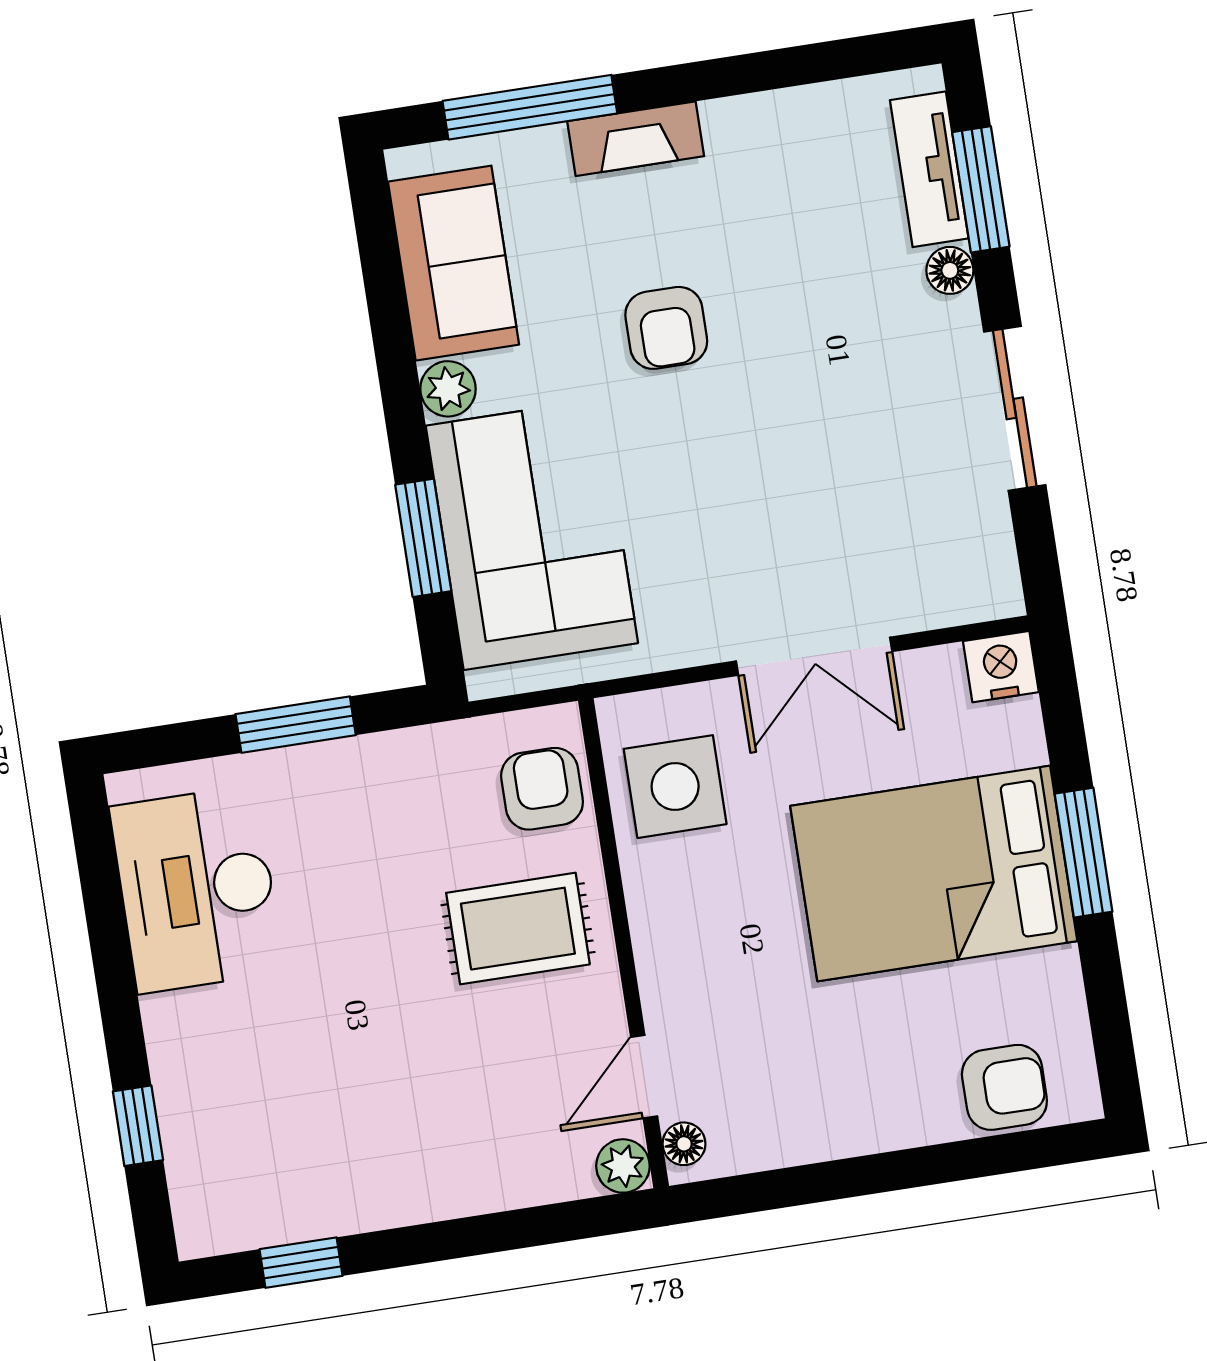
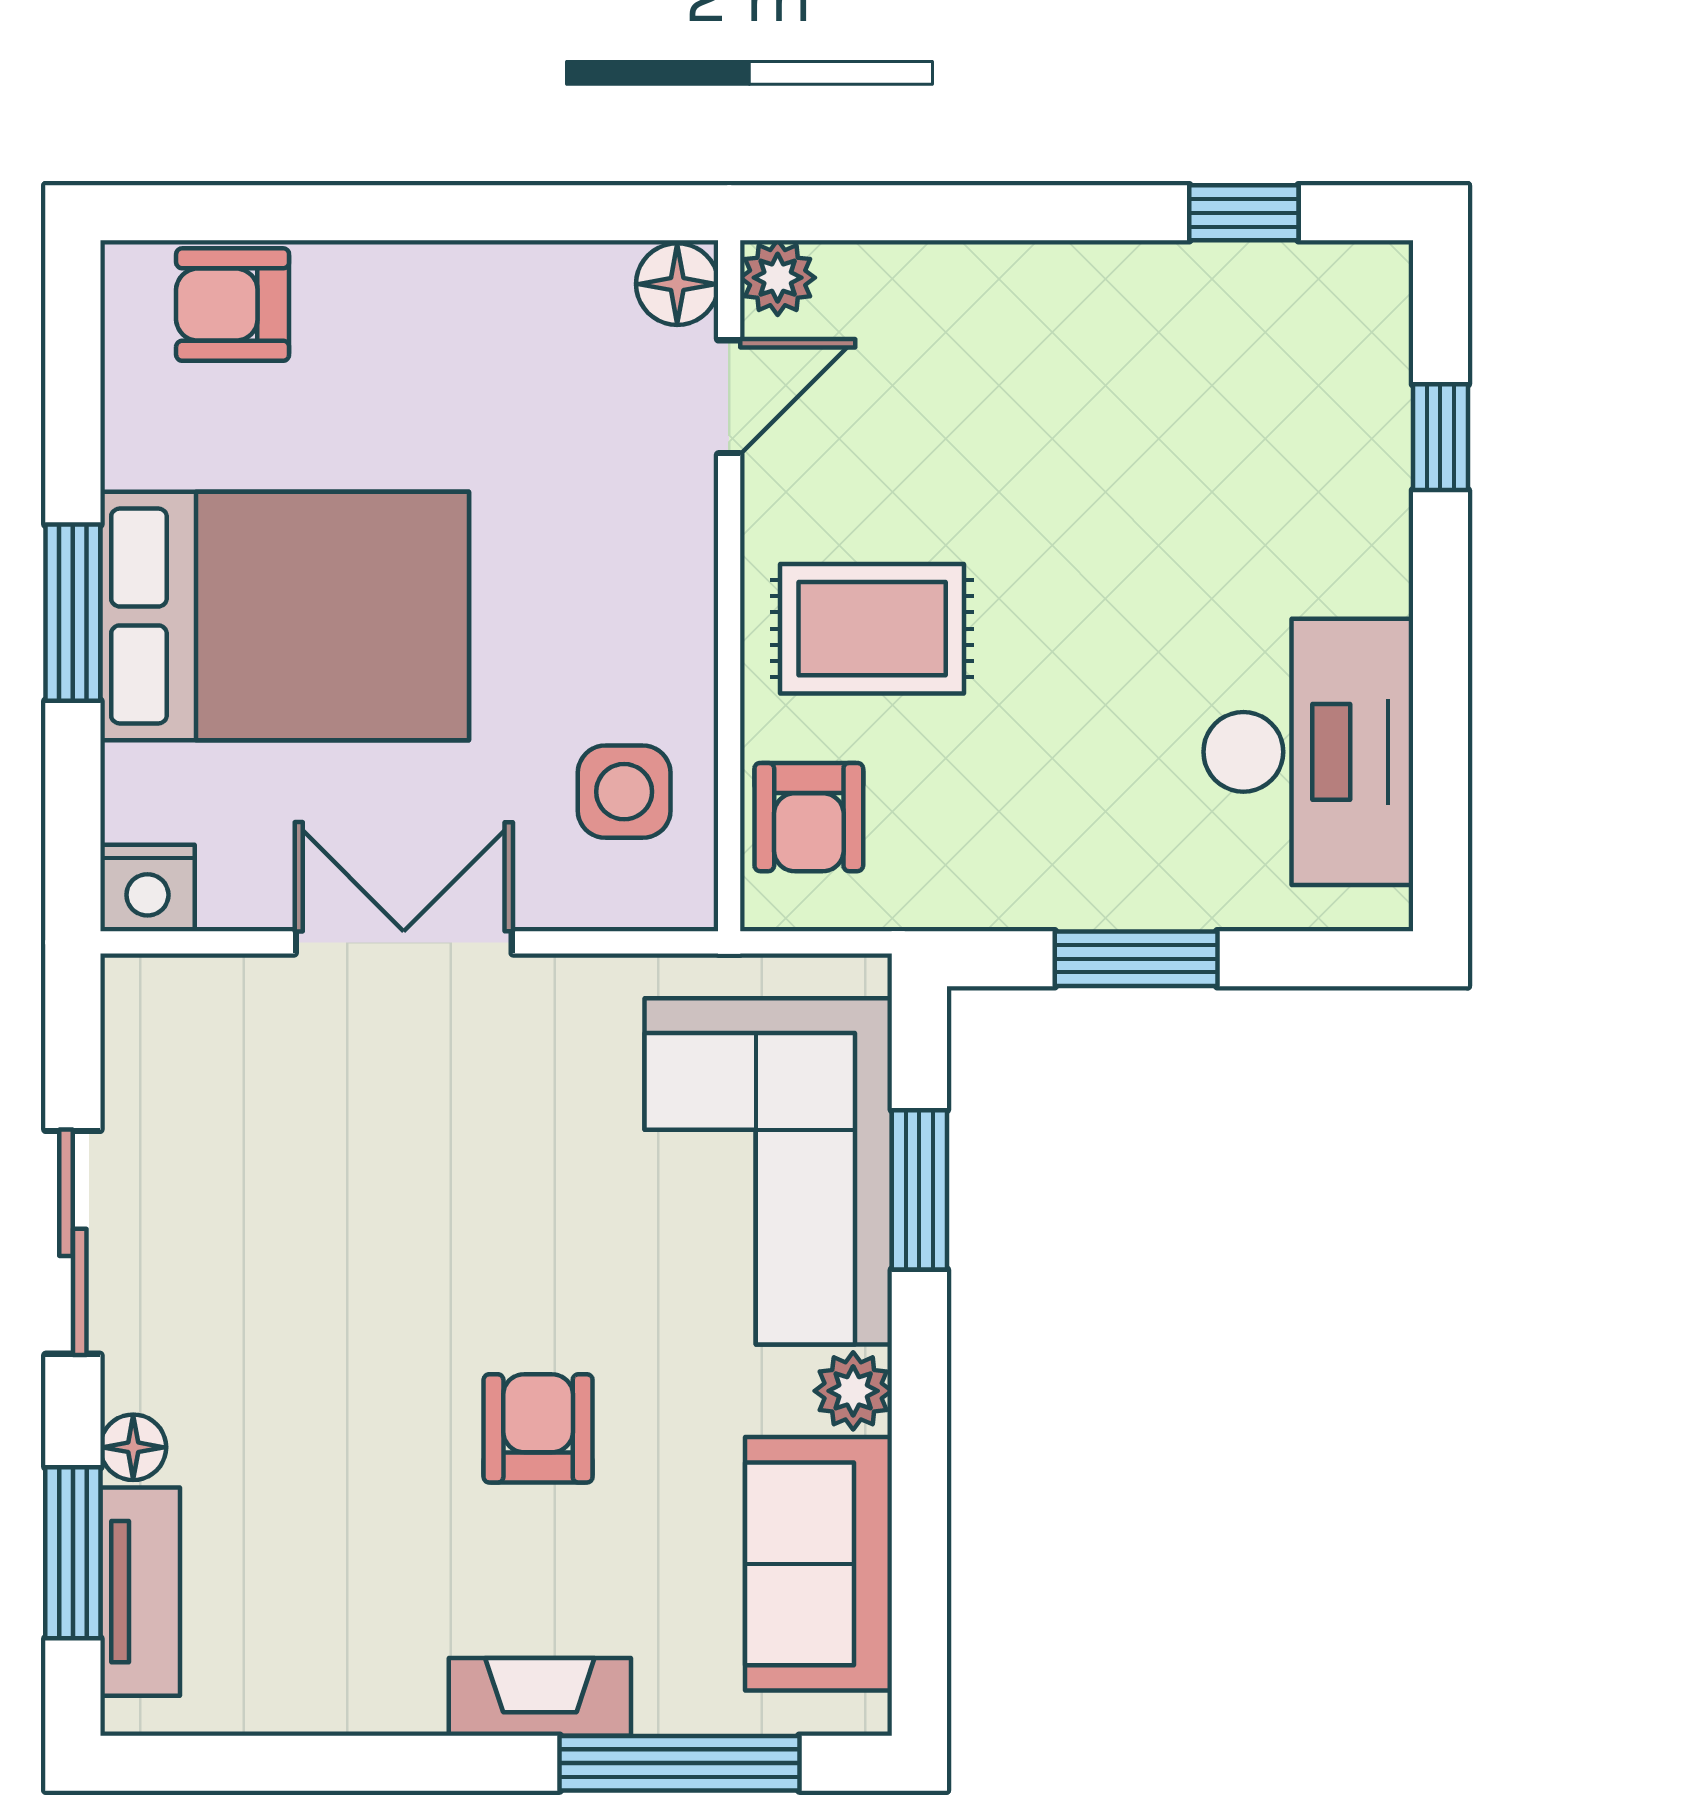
side table: (675, 787) -> (624, 792), width x0.73, depth x0.73
floor lamp: (684, 1144) -> (677, 284), width x1.37, depth x1.37

